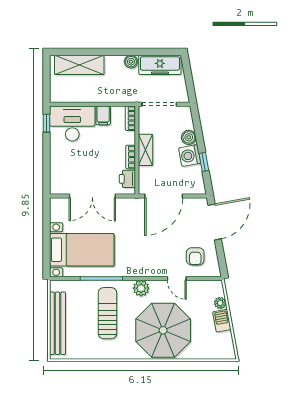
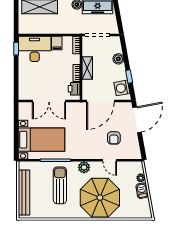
washing machine: (190, 156) -> (122, 88), moved
armchair: (195, 256) -> (114, 138), moved

